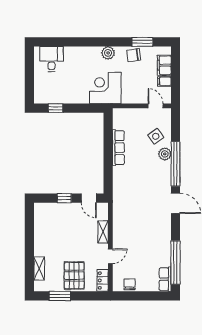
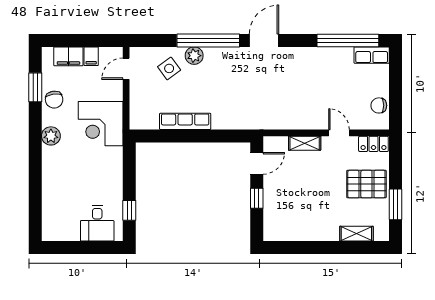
desk: (51, 59) -> (97, 223), moved, turned -90
corner desk: (105, 88) -> (101, 124), moved

